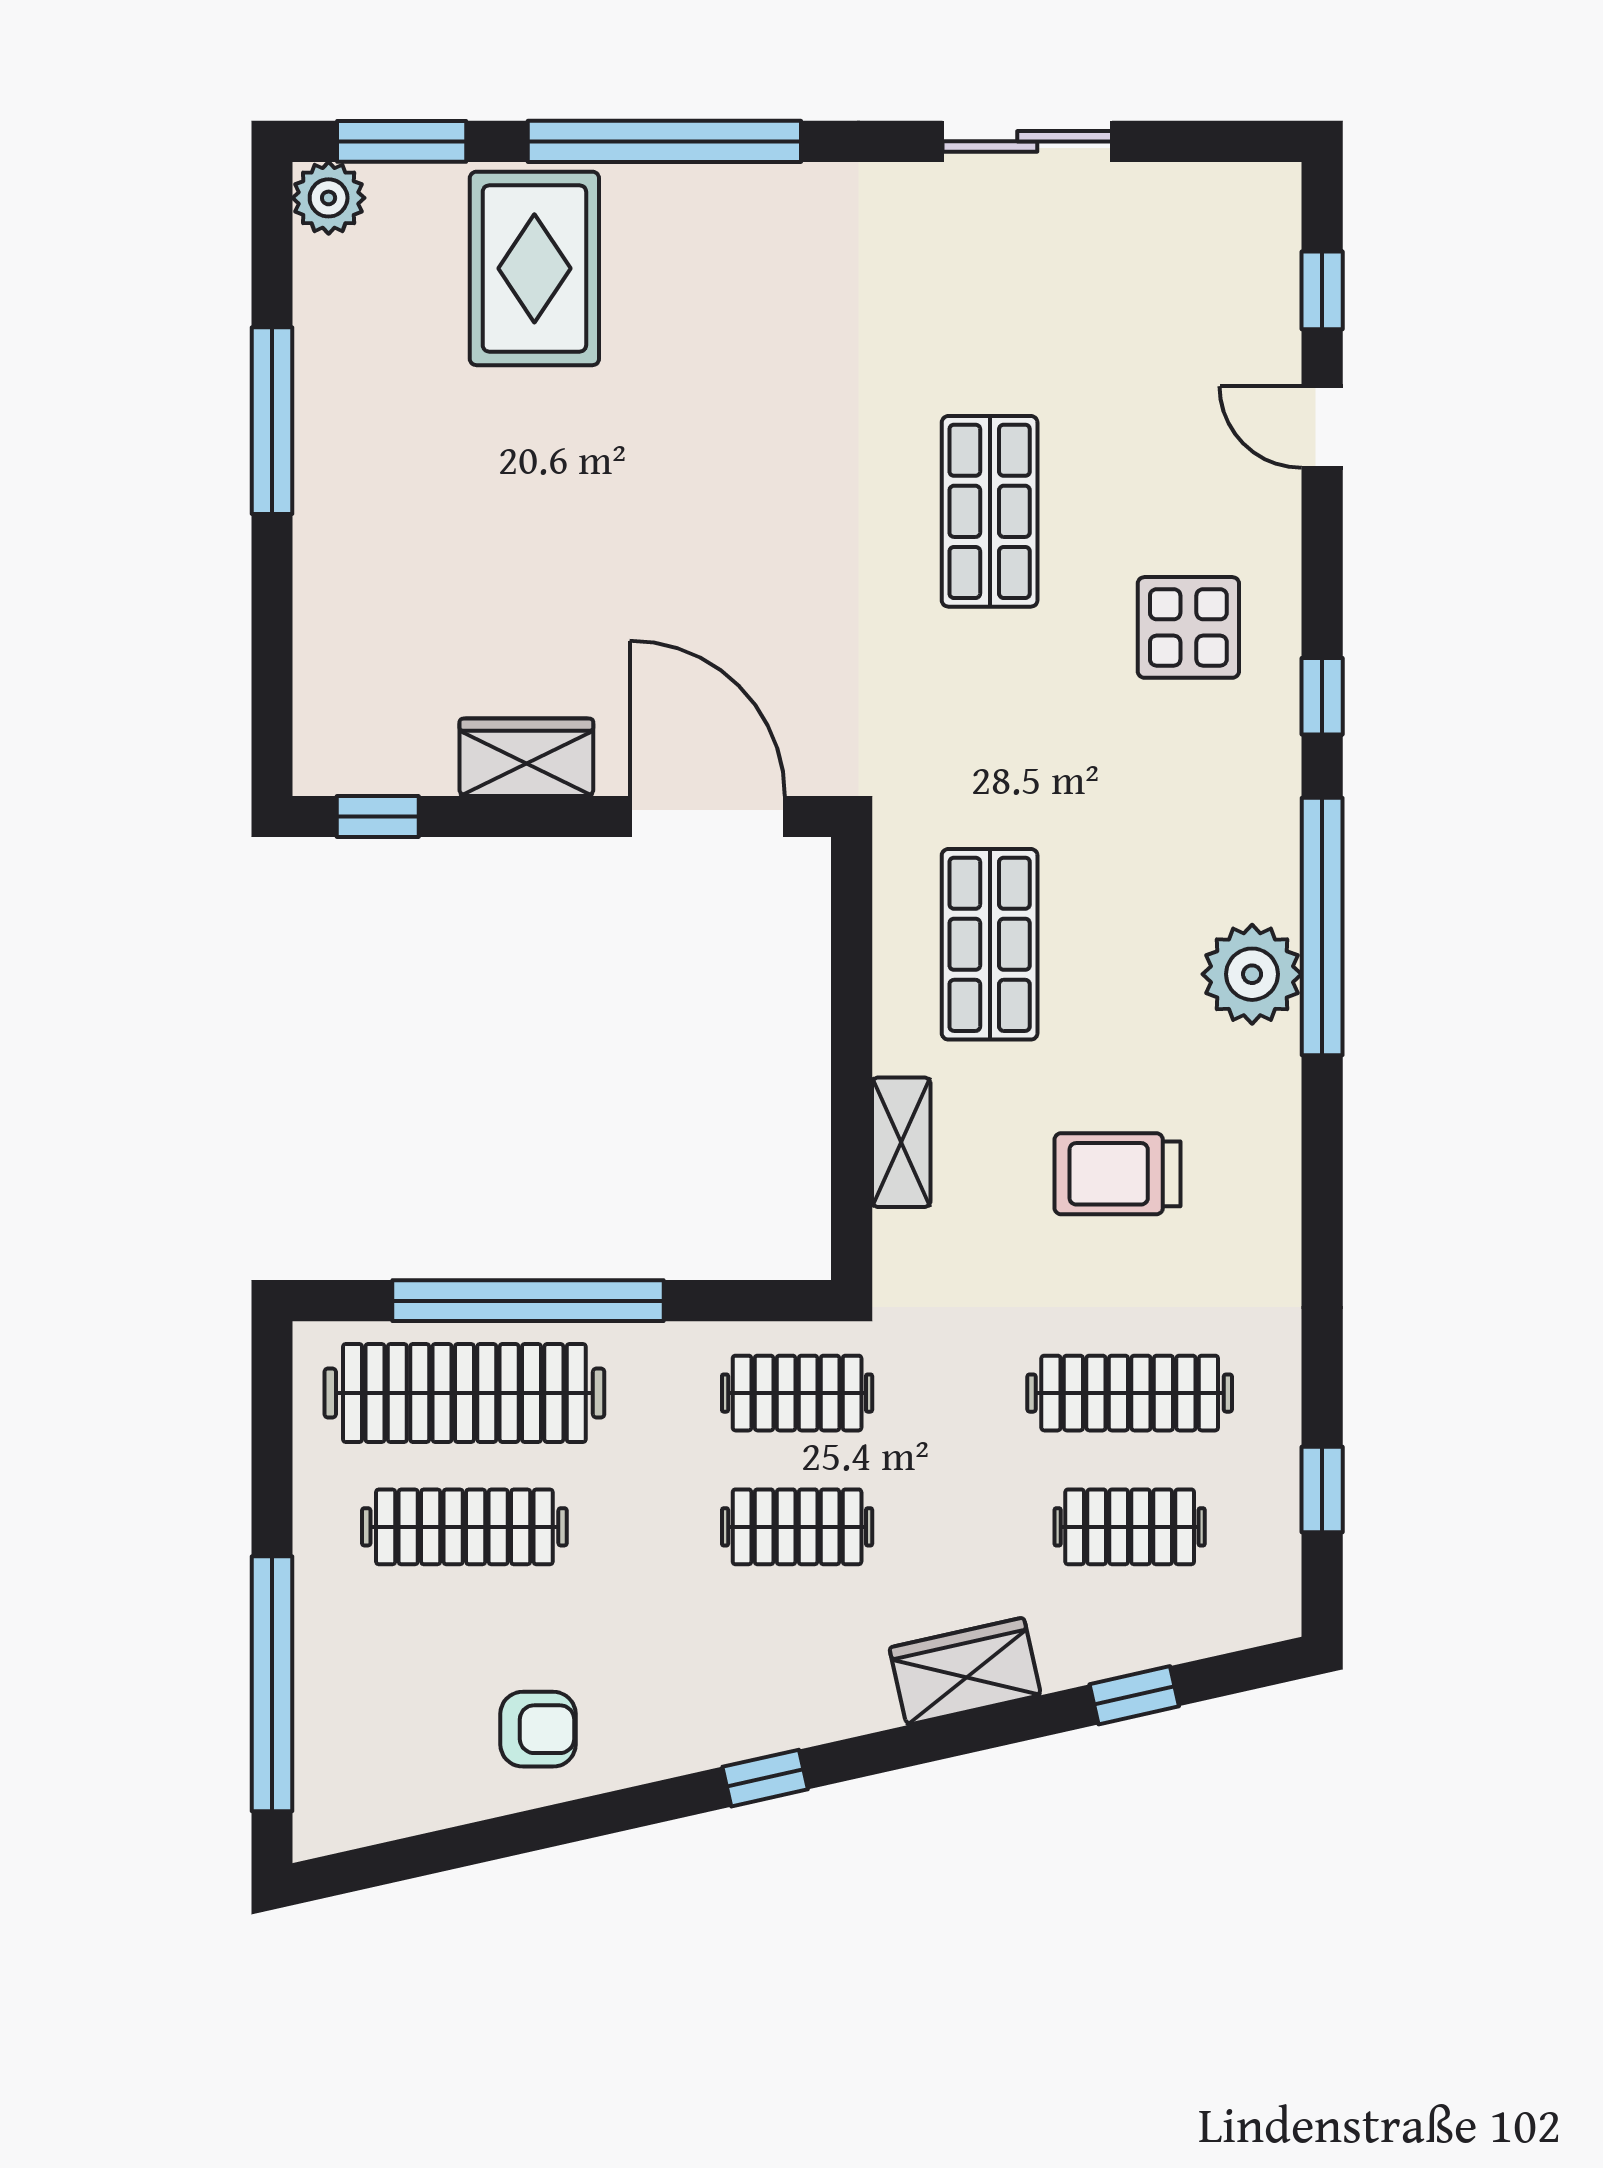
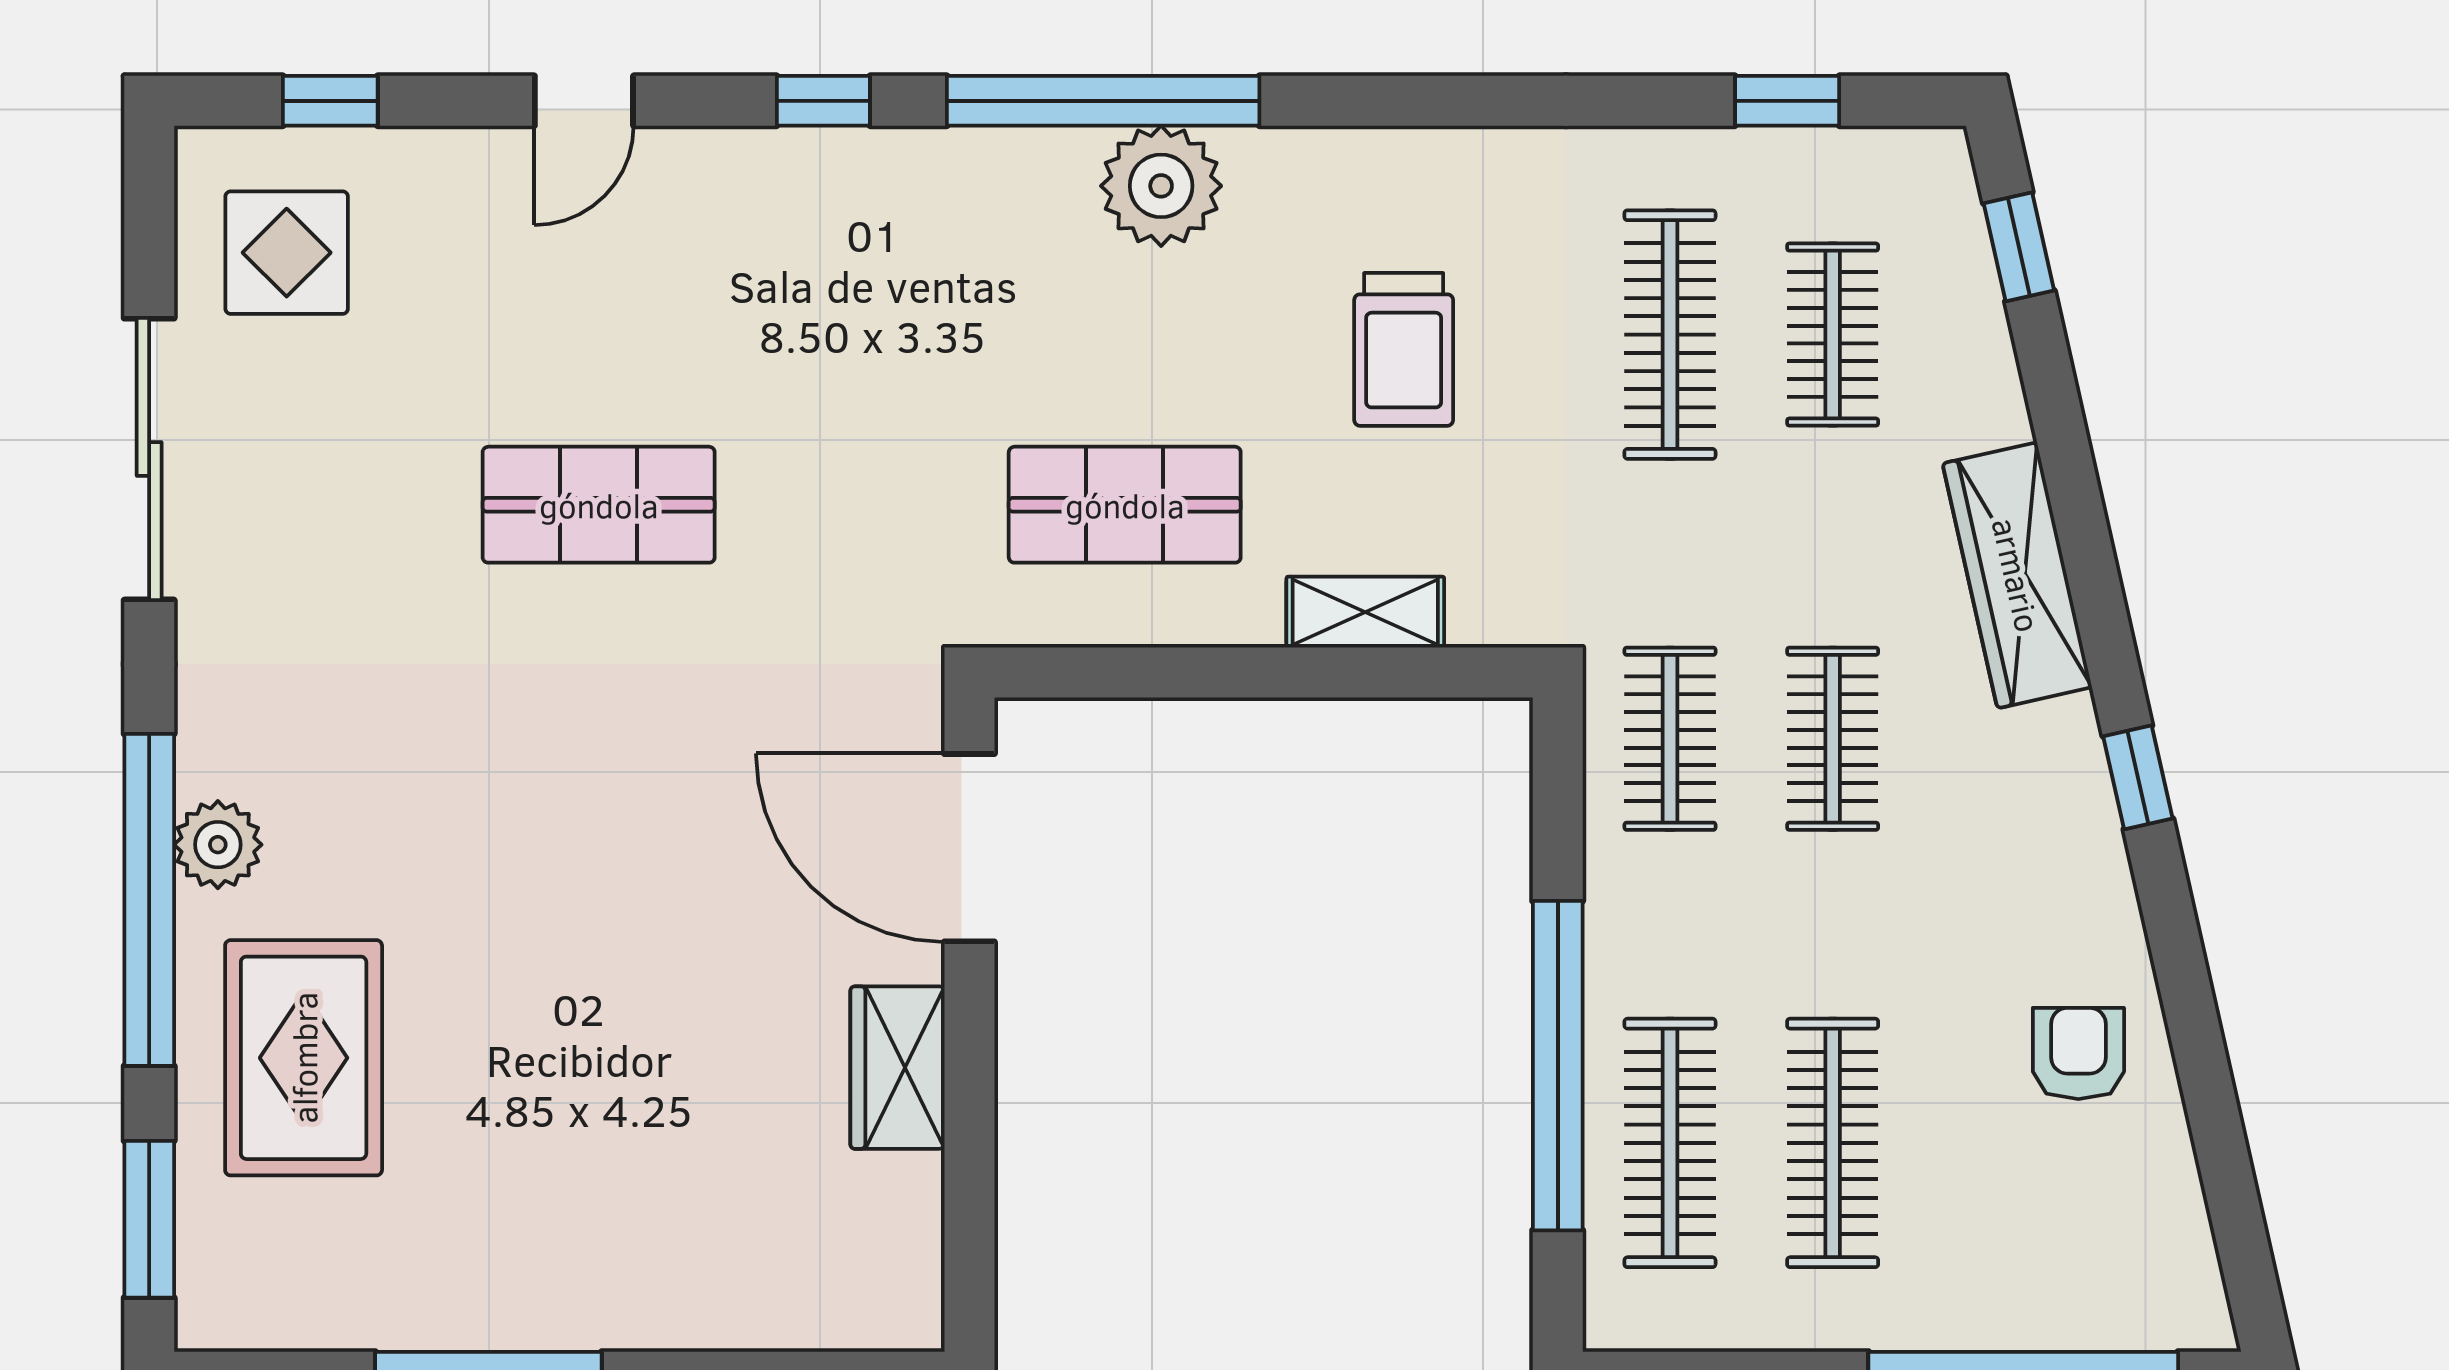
sliding door: (1027, 141) -> (149, 459), width x1.37
plant: (329, 198) -> (218, 845), moved
rug: (534, 268) -> (304, 1058), turned 90
door: (1322, 427) -> (584, 101), moved
display table: (1188, 627) -> (287, 253), moved
window: (378, 816) -> (969, 1248), removed
door: (707, 816) -> (969, 848), hinge flipped
clothes rail: (464, 1393) -> (1670, 1143), width x0.73, depth x0.76
wardrobe: (965, 1671) -> (2017, 575), width x1.50
window: (1134, 1695) -> (2019, 247), moved

